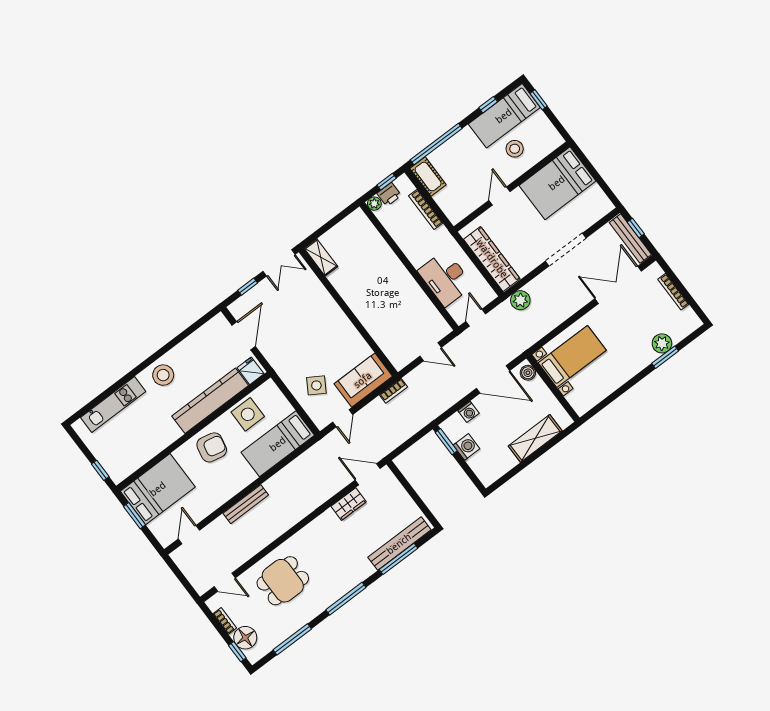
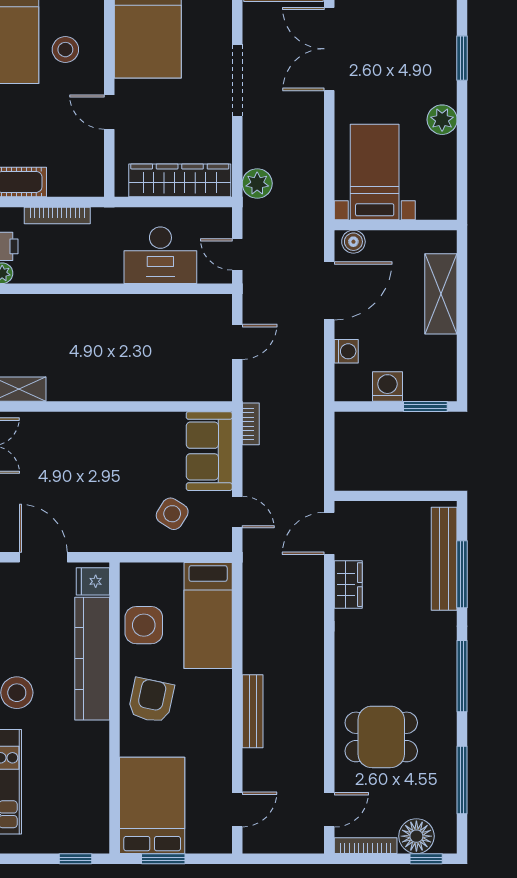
plant: (662, 343) -> (442, 120), moved
window: (446, 442) -> (425, 406), moved
door: (189, 535) -> (237, 809), swing flipped
dining table: (283, 581) -> (381, 737), turned 90
bookcase: (225, 621) -> (366, 846), width x1.56

